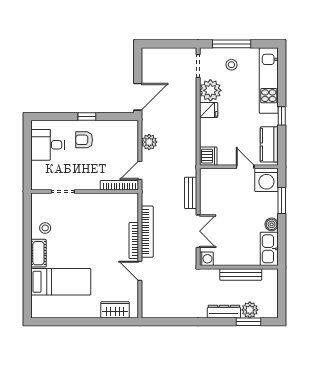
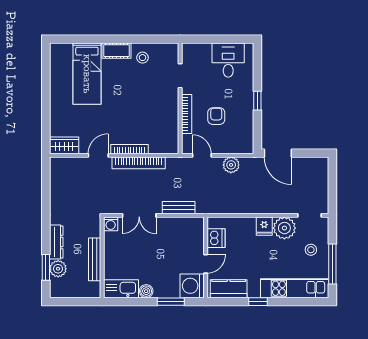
window: (232, 44) -> (332, 264), moved
armchair: (84, 140) -> (216, 116), moved
dishwasher: (208, 156) -> (216, 238), moved, turned -90
bookcase: (119, 185) -> (187, 114), moved
wardrobe: (115, 310) -> (64, 145), moved, turned -90

